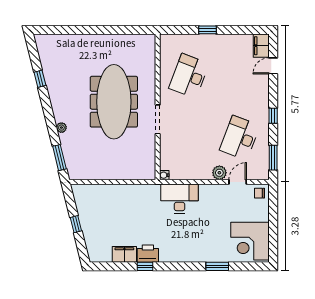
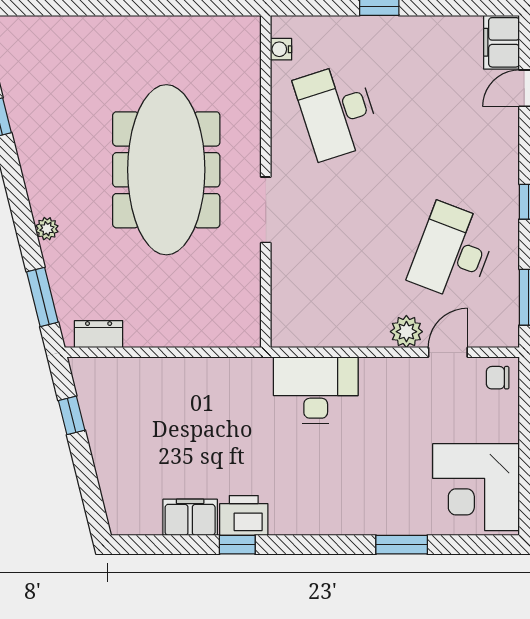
desk: (189, 76) -> (337, 111), turned -39
dresser: (84, 174) -> (99, 334), added
water cooler: (164, 175) -> (281, 49), moved
window: (76, 224) -> (72, 415), moved

